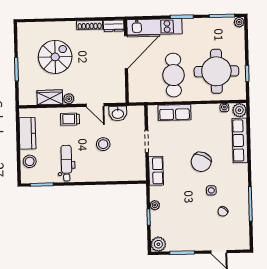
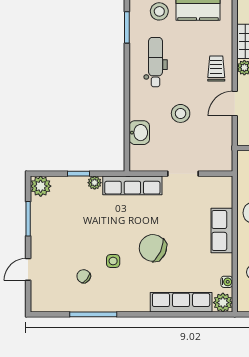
row of seats: (175, 112) -> (222, 230), moved
washbasin: (118, 113) -> (139, 133), moved, turned 180
dental chair: (66, 163) -> (156, 62), turned -90
row of seats: (156, 171) -> (132, 185), width x1.48

